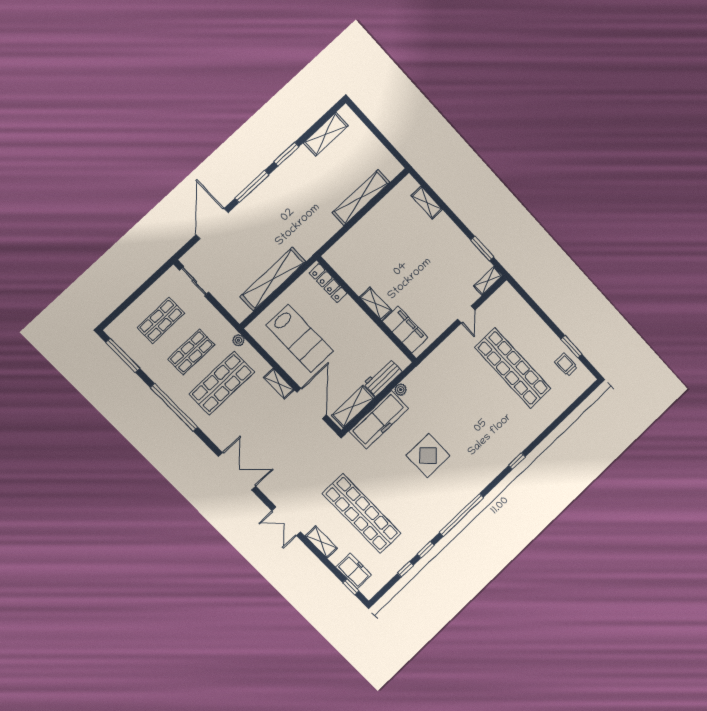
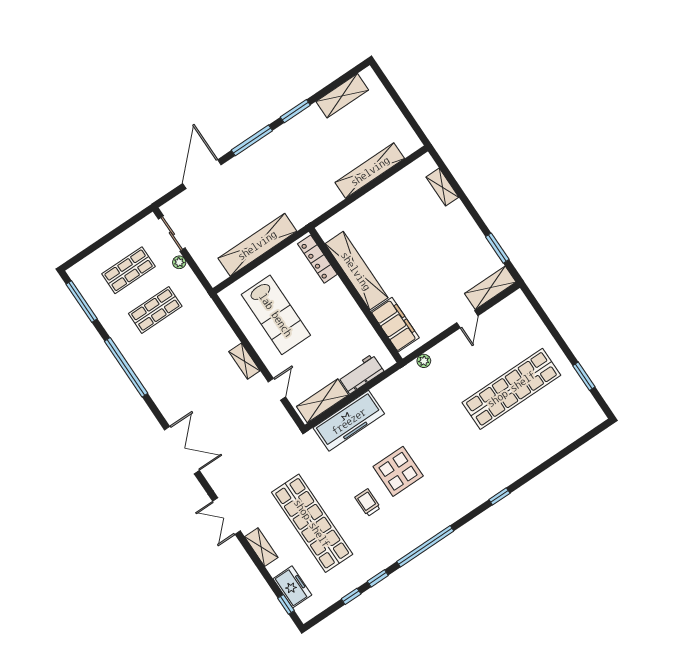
shelving: (488, 281) -> (490, 288), width x1.50, depth x1.33
shelving: (376, 304) -> (356, 271), width x2.20, depth x1.33
plant: (239, 340) -> (179, 262), moved
trolley: (566, 364) -> (368, 503), moved
shop shelf: (513, 368) -> (511, 389), turned 90
shop shelf: (222, 383) -> (182, 350), removed
plant: (401, 390) -> (424, 361), moved
door: (312, 403) -> (277, 389), width x0.53

